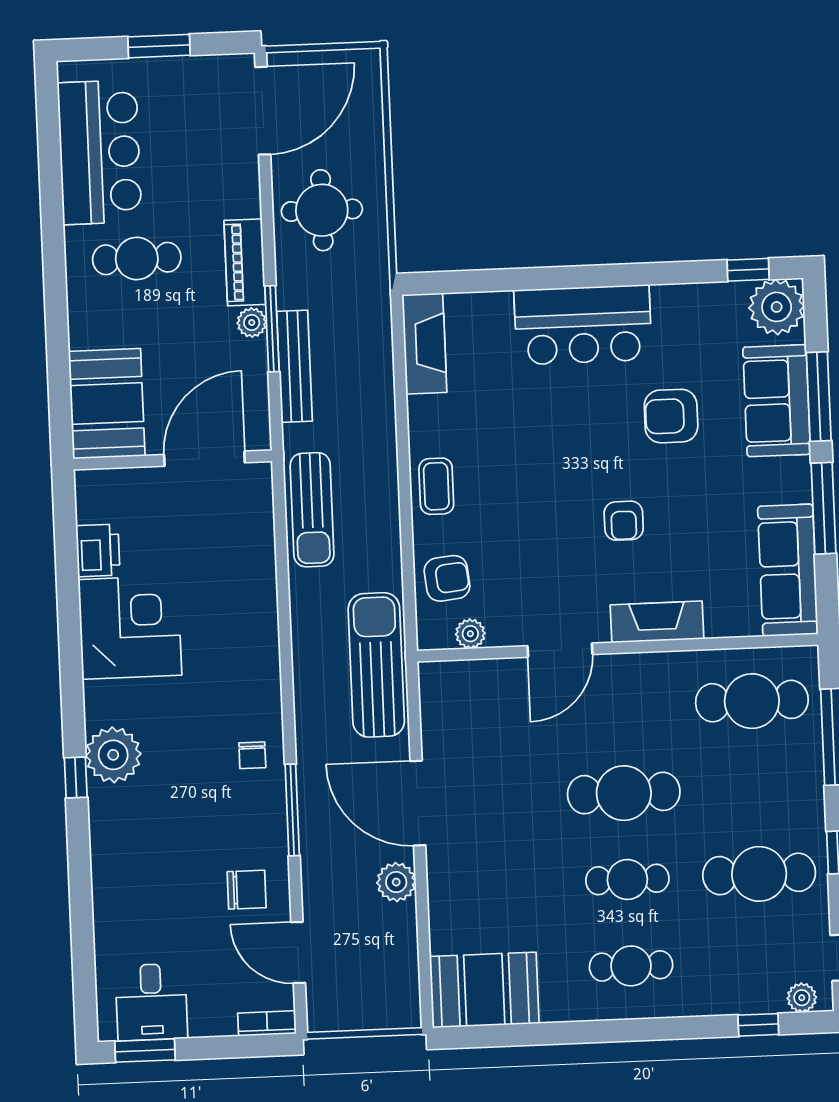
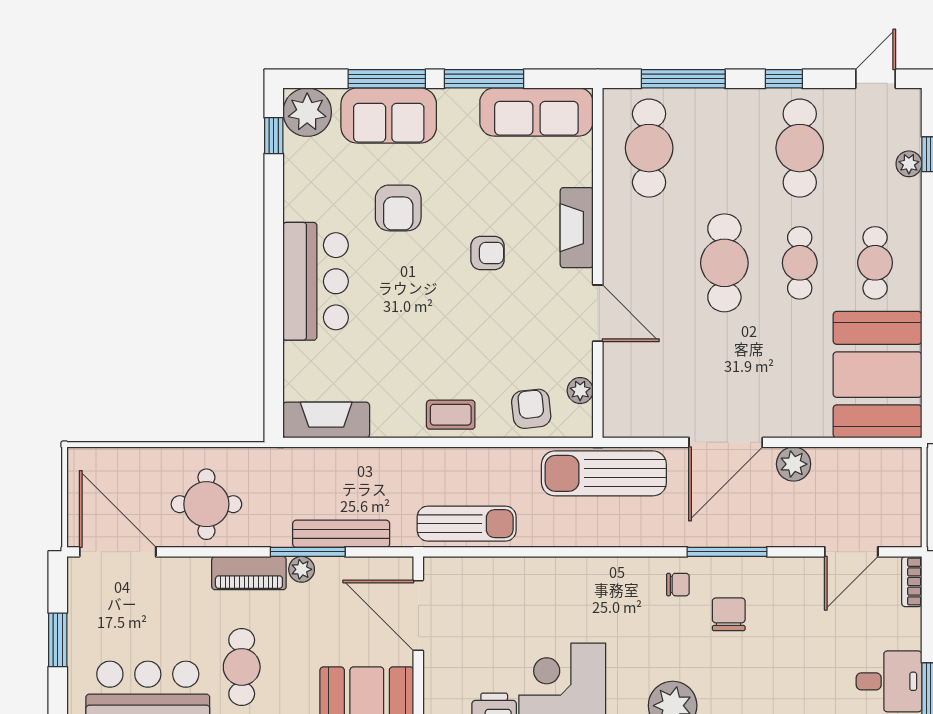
chair: (247, 890) -> (729, 614), moved
booth: (484, 990) -> (877, 375), width x1.36, depth x1.42
plant: (802, 998) -> (909, 164), moved

